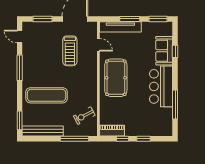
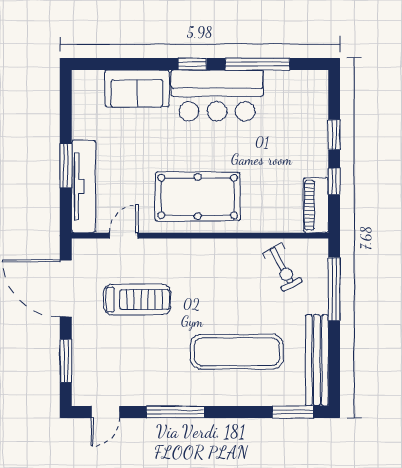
window: (158, 19) -> (66, 102), removed
window: (175, 51) -> (192, 64), moved
exercise mat: (47, 95) -> (237, 352), turned 90

